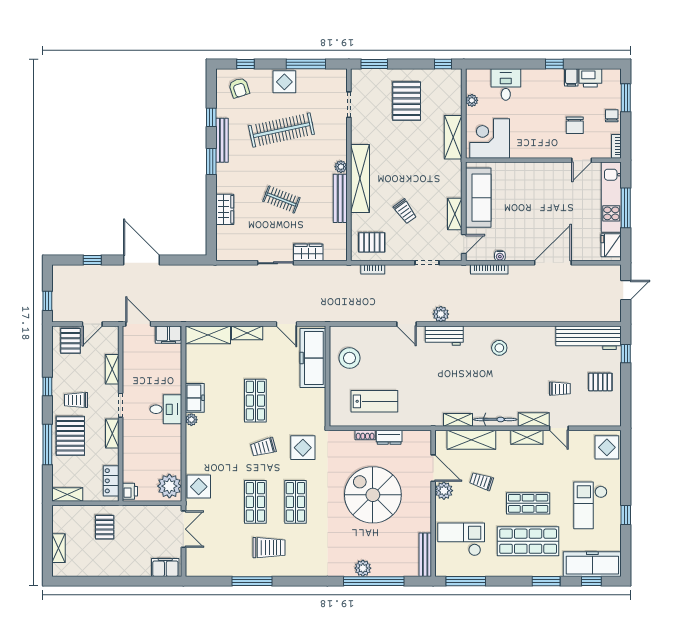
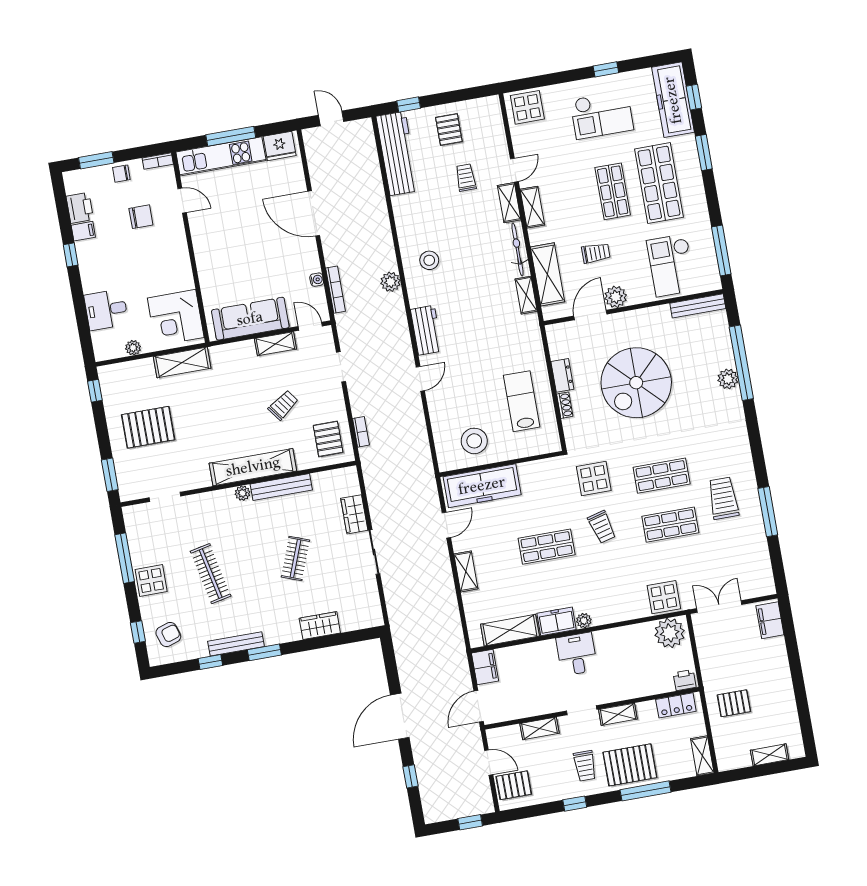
clothes rail: (281, 130) -> (211, 574), width x0.73, depth x0.76
plant: (441, 314) -> (391, 282), moved
shelving: (208, 335) -> (510, 630), moved, turned 90
trolley: (481, 481) -> (596, 253), turned -108

